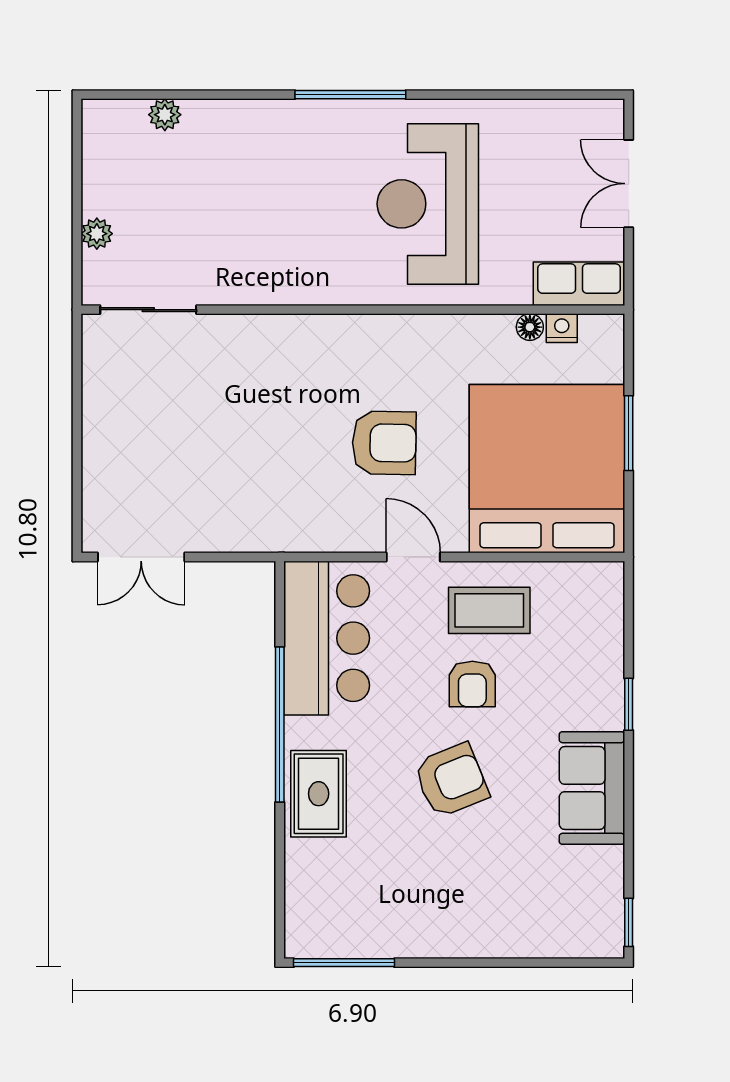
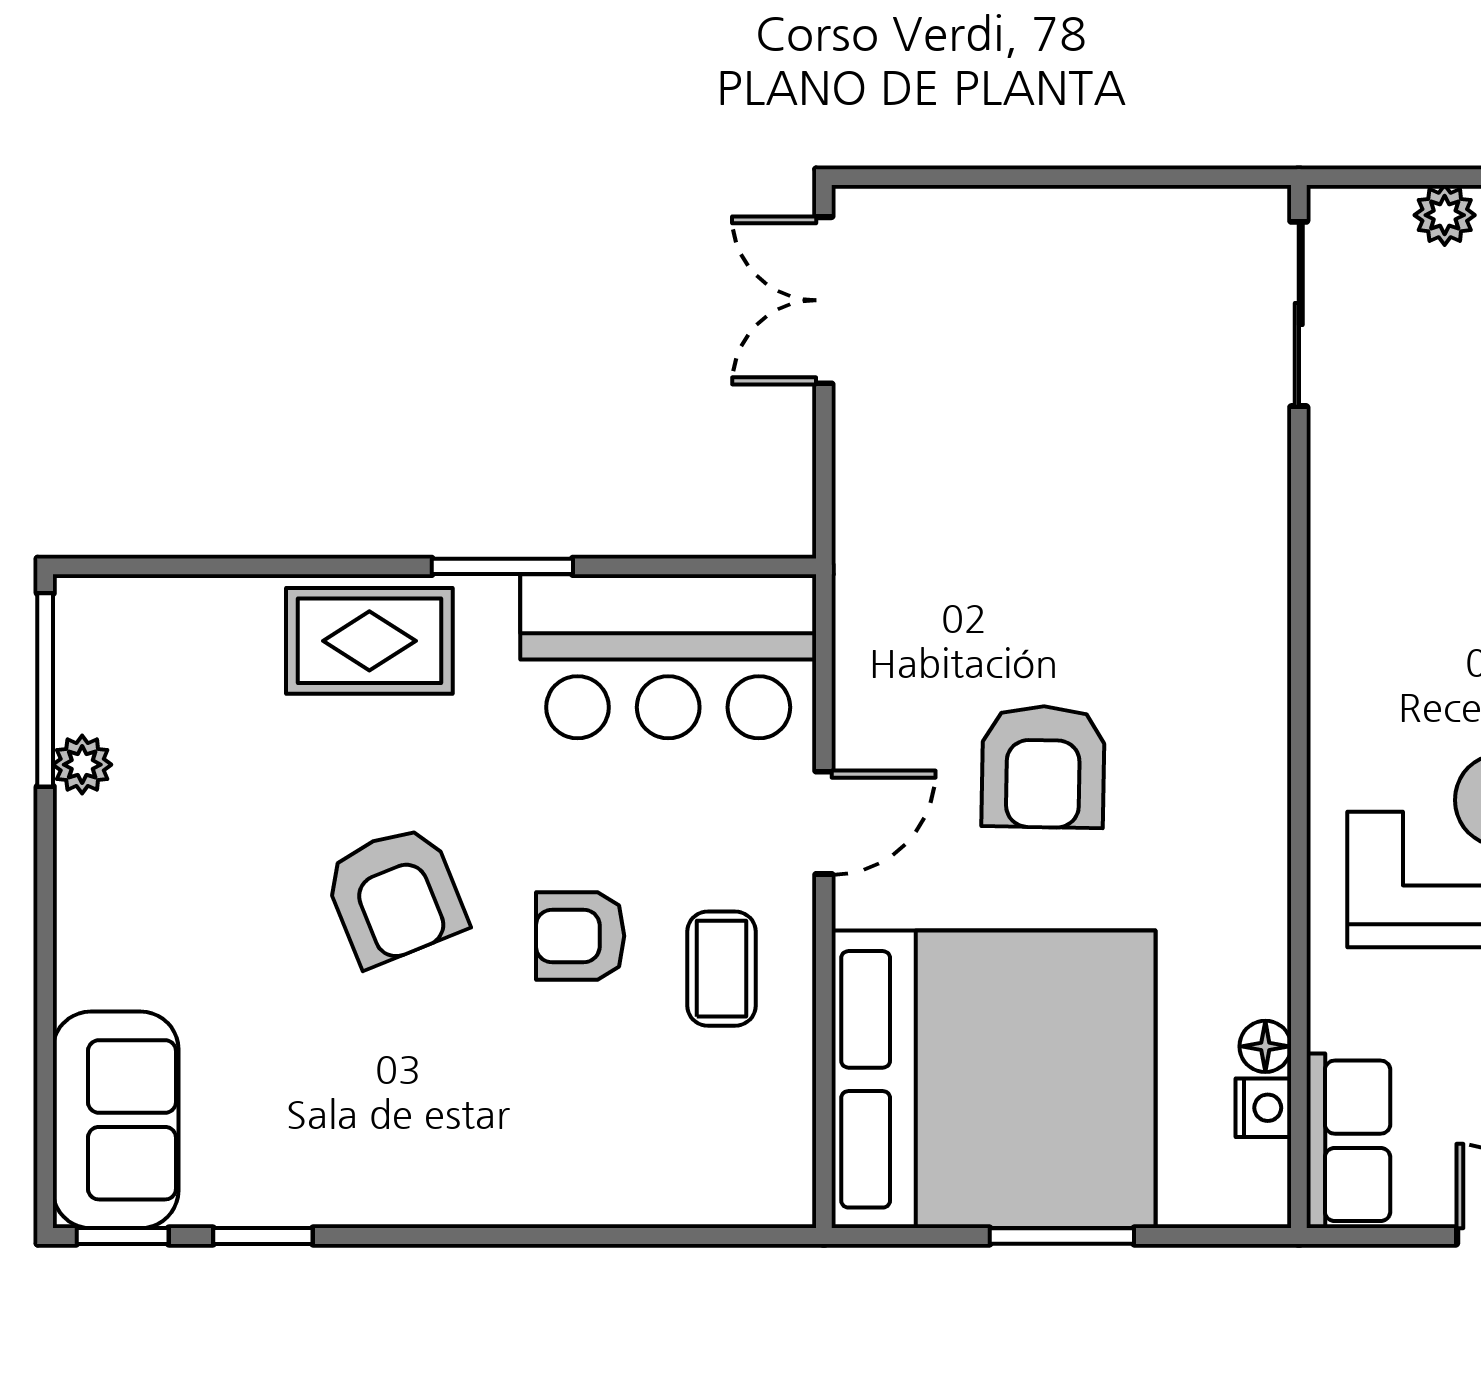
coffee table: (489, 610) -> (721, 969), width x0.73, depth x0.77
window: (629, 704) -> (263, 1236), moved
window: (280, 725) -> (502, 566), width x0.47
sofa: (592, 788) -> (116, 1120), moved, turned 90
plant: (383, 943) -> (82, 765), added

